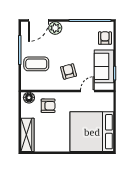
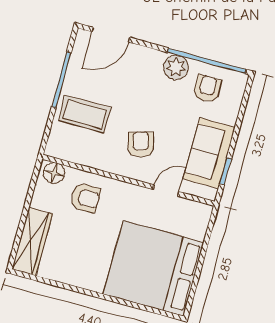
plant: (55, 28) -> (176, 67), moved
armchair: (105, 38) -> (207, 89), moved

